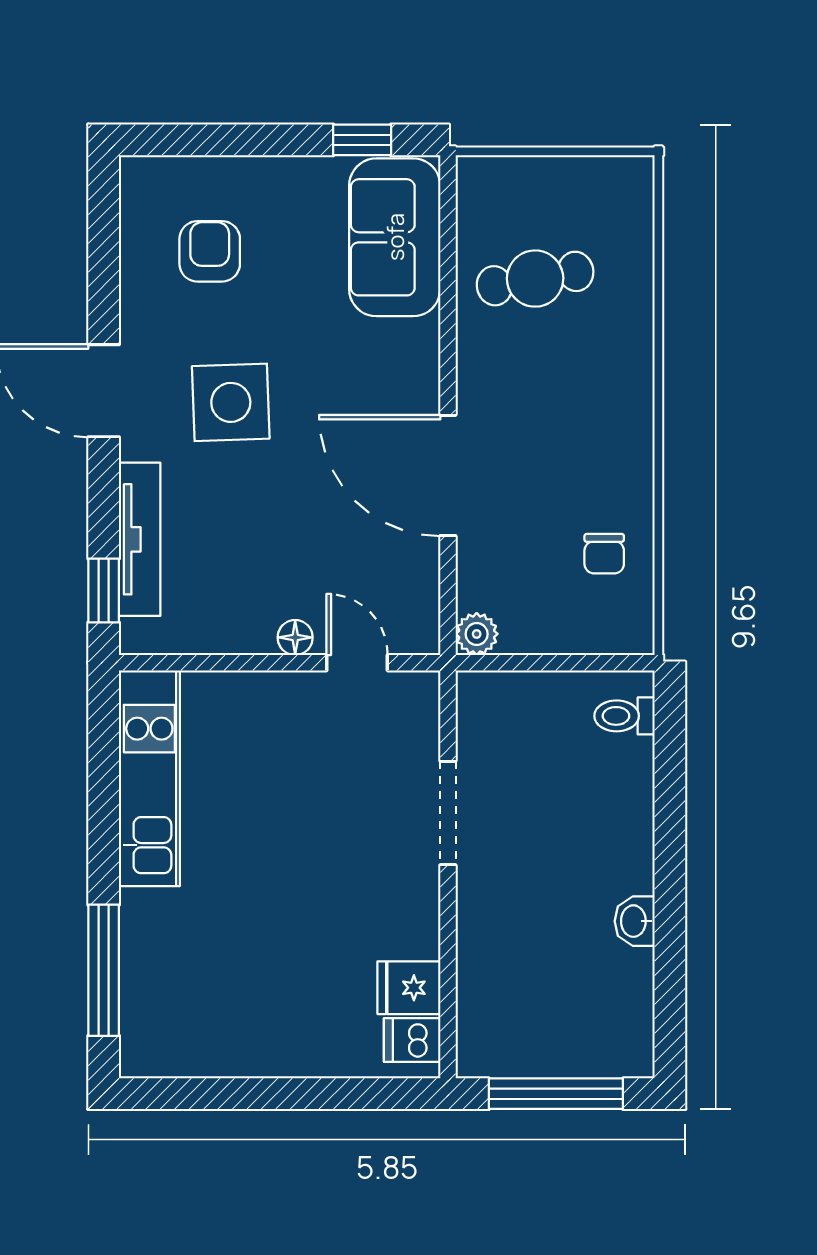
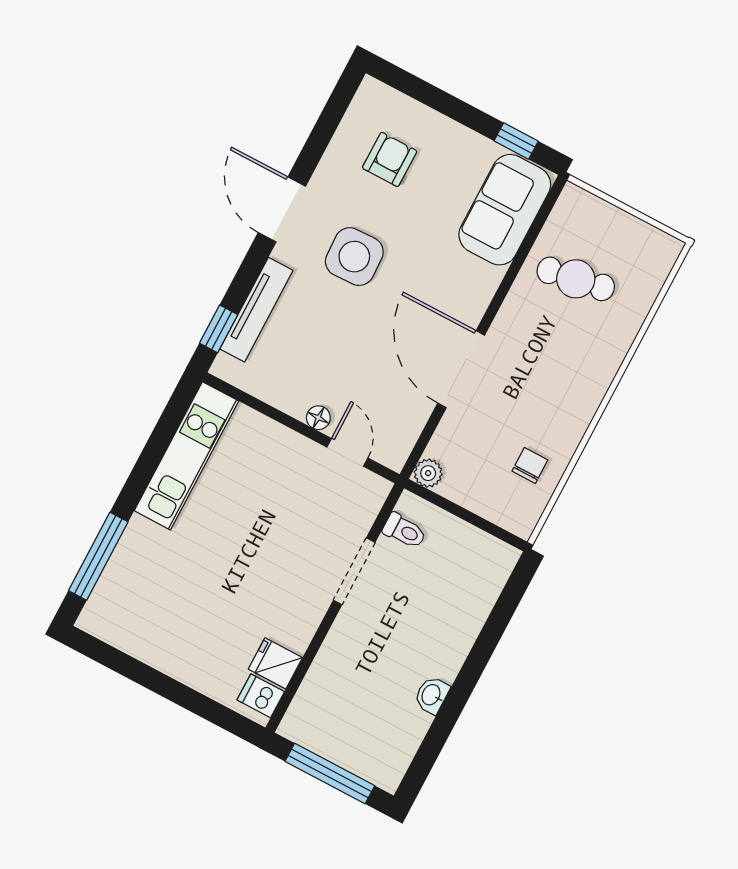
chair: (604, 554) -> (530, 466), turned 180
toilet: (624, 716) -> (404, 531), moved, turned 180

